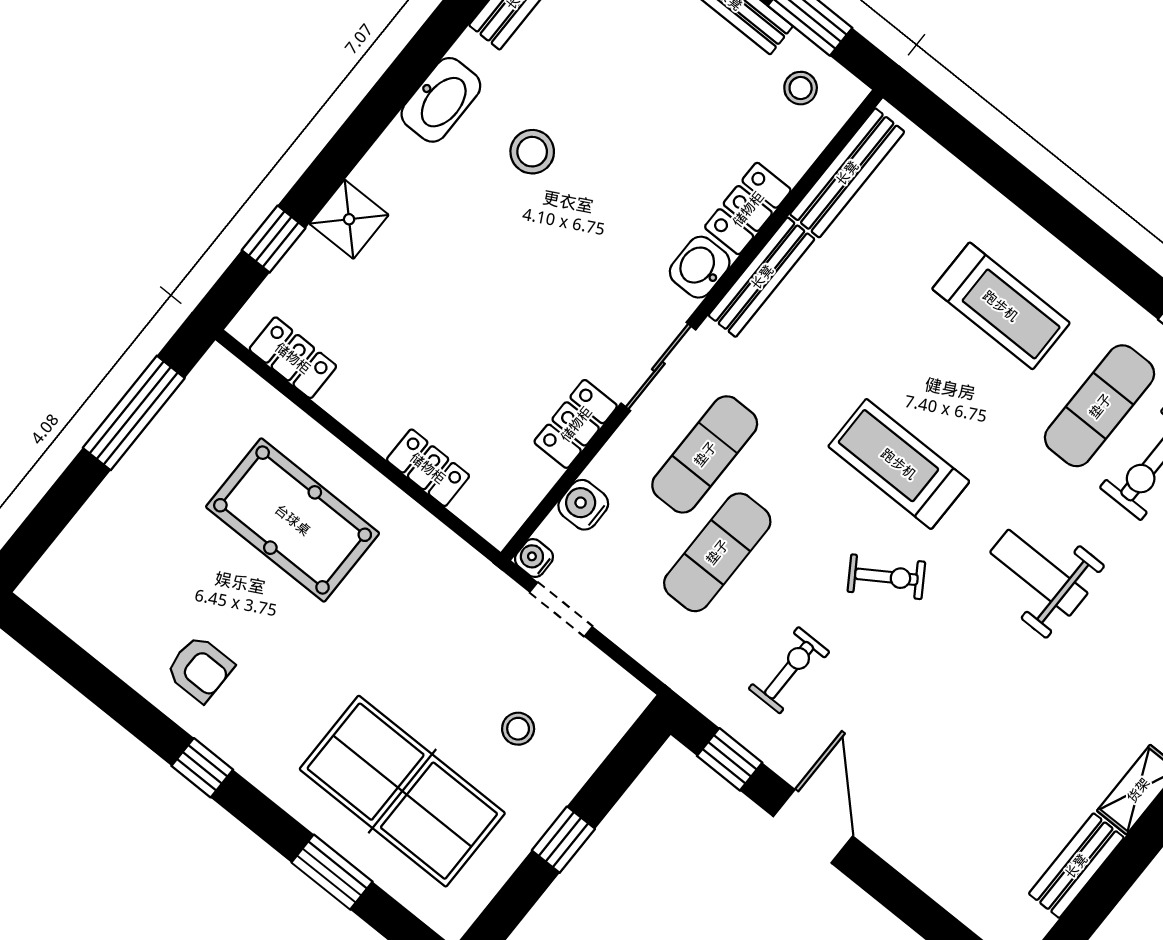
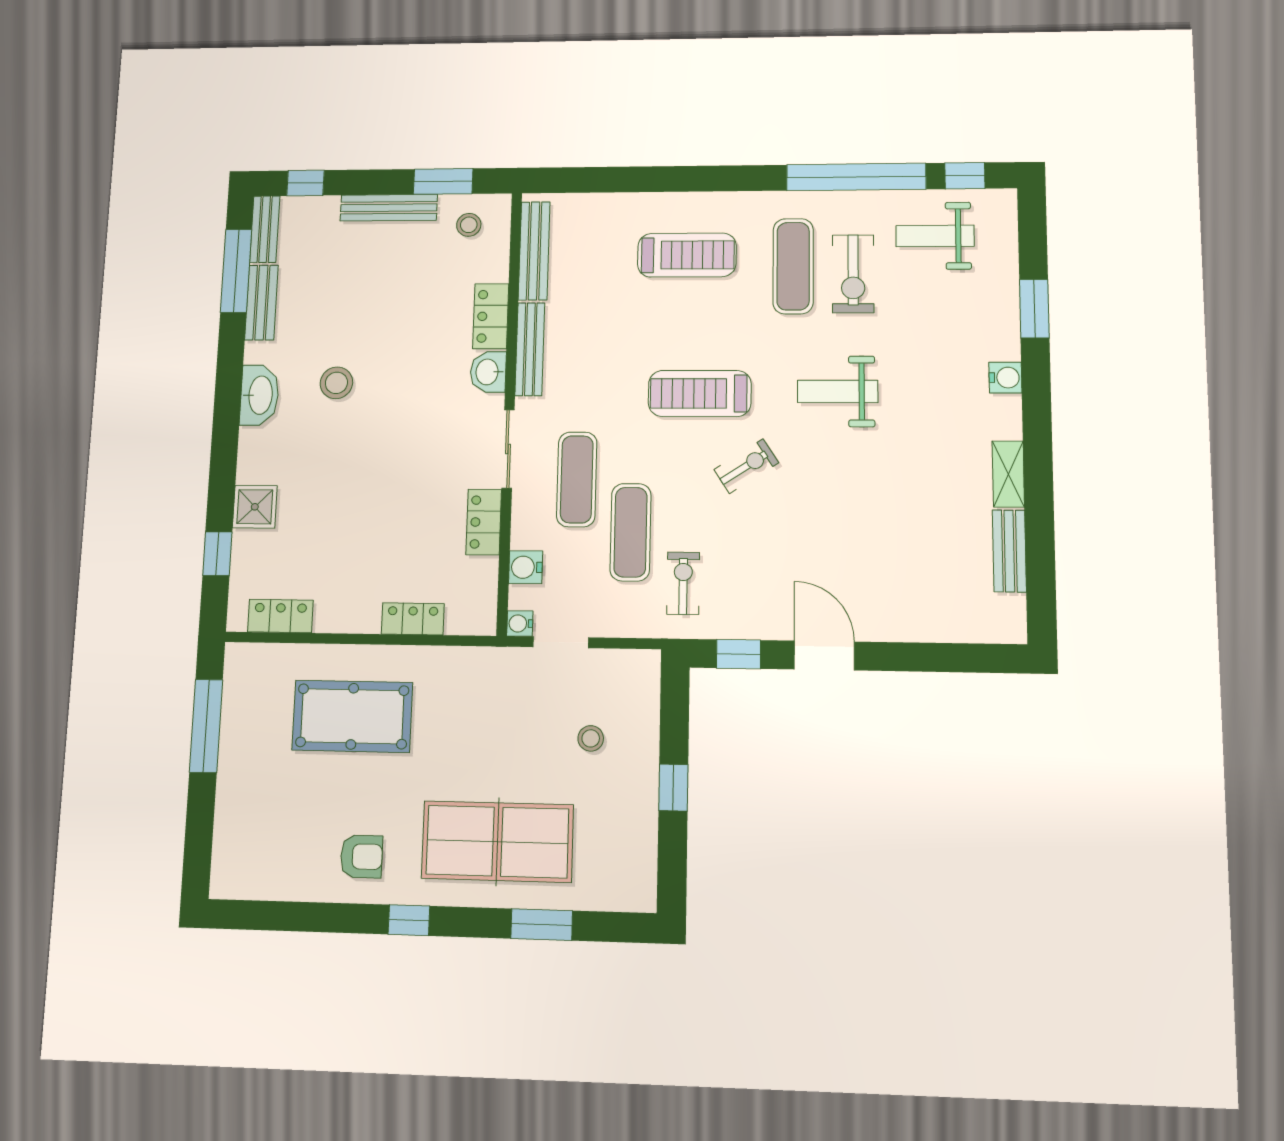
exercise bike: (789, 670) -> (683, 583), moved
table tennis table: (402, 791) -> (497, 842), moved

